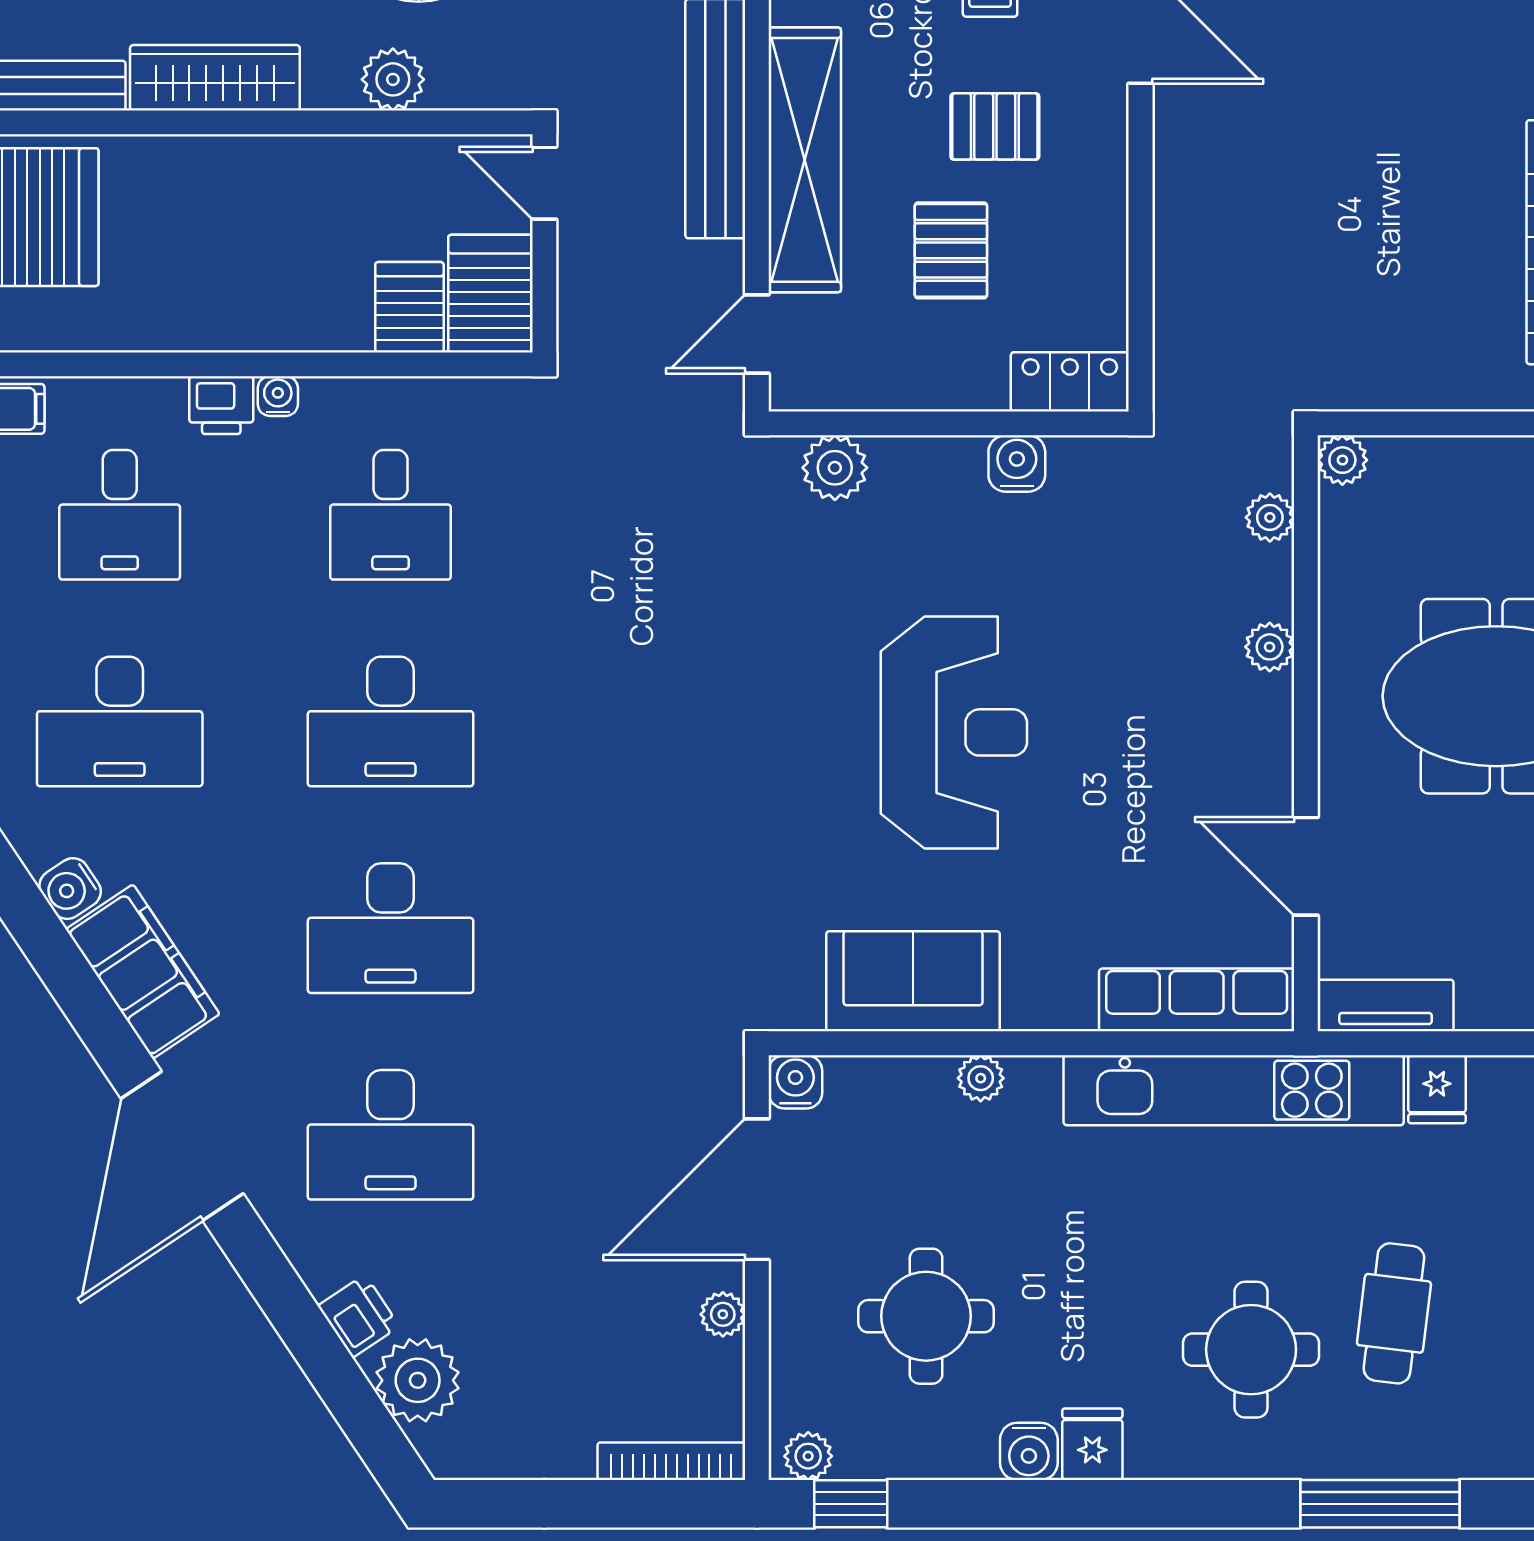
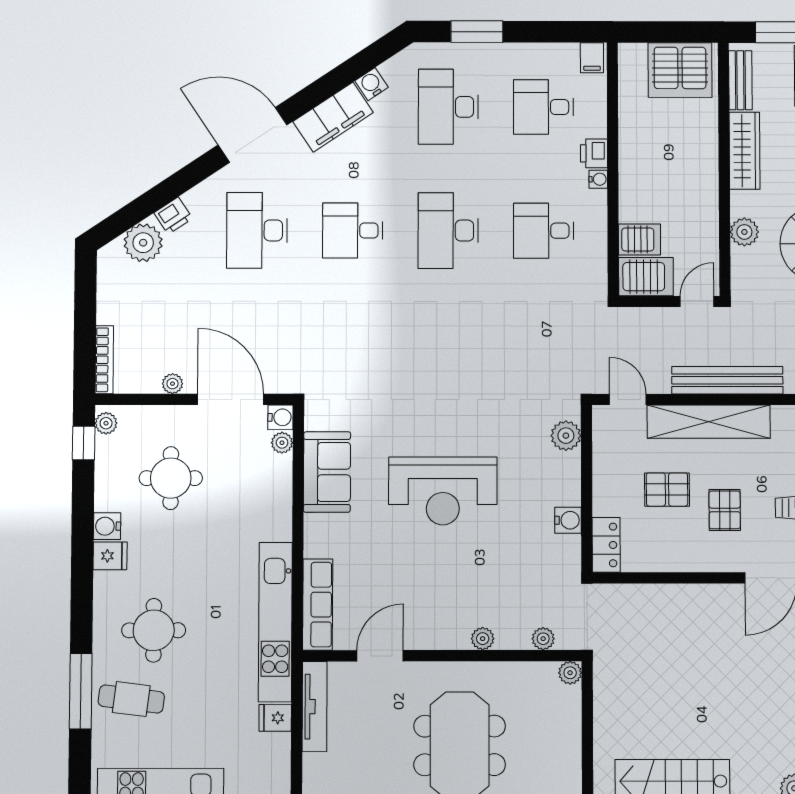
desk: (391, 928) -> (353, 230), width x0.73
tv unit: (1386, 1006) -> (315, 707), width x1.41
plant: (981, 1078) -> (282, 443), moved
cafe table: (1394, 1313) -> (131, 699), moved

